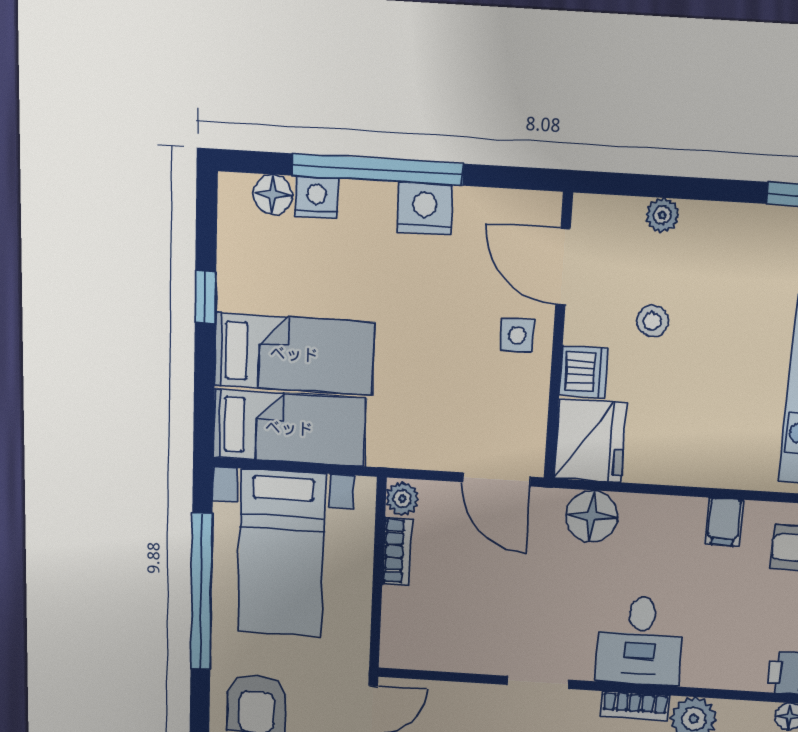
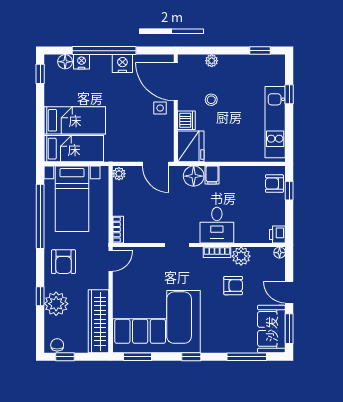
door: (563, 267) -> (176, 82), width x1.36
window: (205, 297) -> (40, 74), moved
filing cabinet: (724, 522) -> (212, 175), moved
bookcase: (397, 551) -> (118, 230), moved

